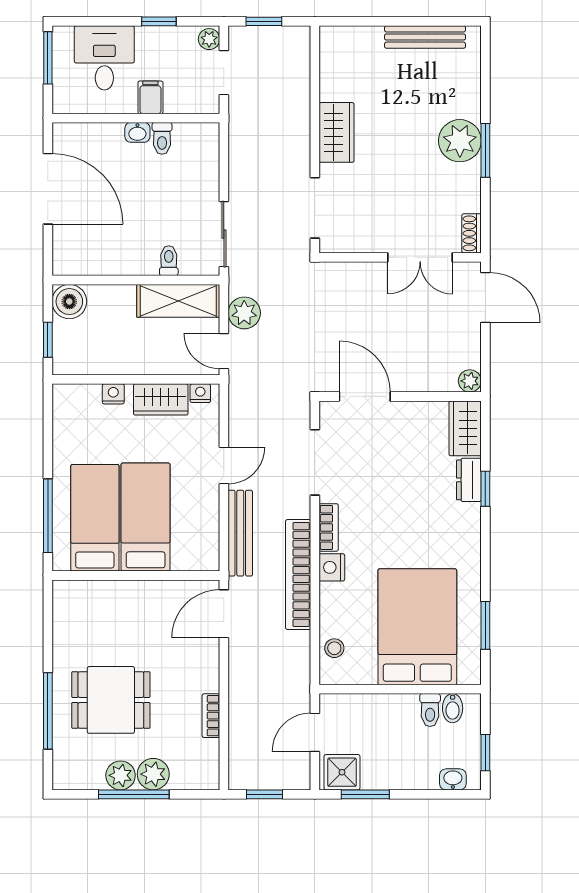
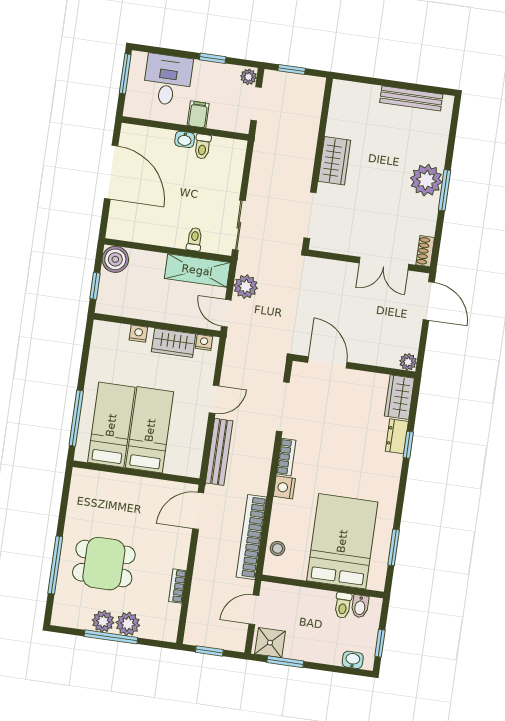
bookcase: (298, 575) -> (251, 537), moved

